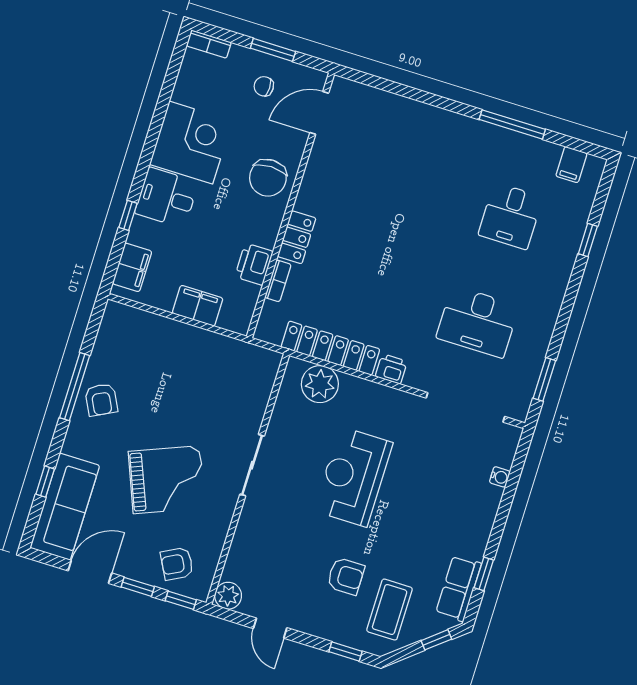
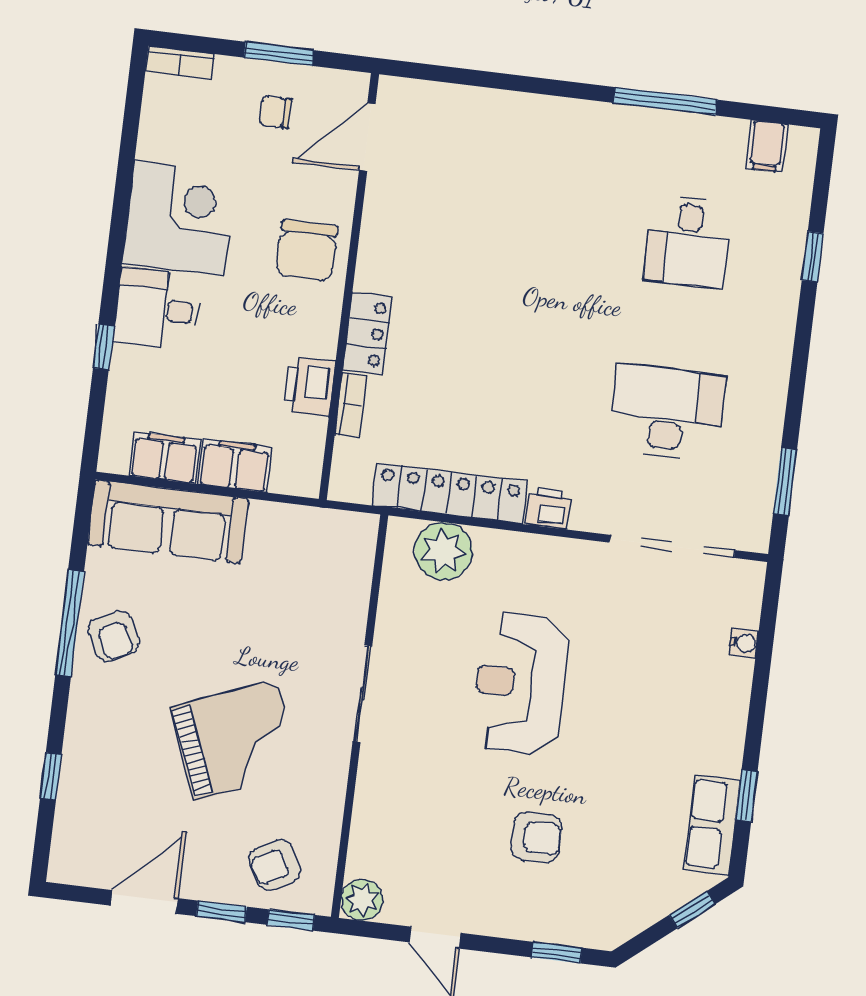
filing cabinet: (132, 267) -> (164, 458), moved, turned -90
desk: (478, 322) -> (667, 412), turned 180
sofa: (65, 507) -> (168, 522), moved, turned 90
coffee table: (390, 610) -> (612, 876), removed

